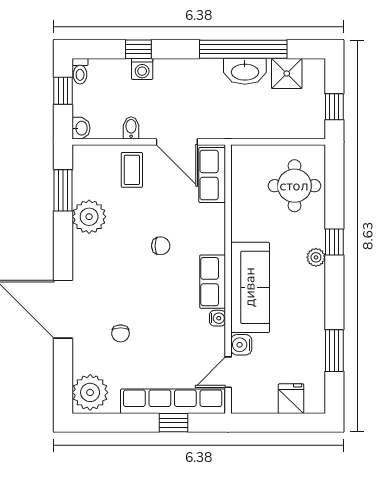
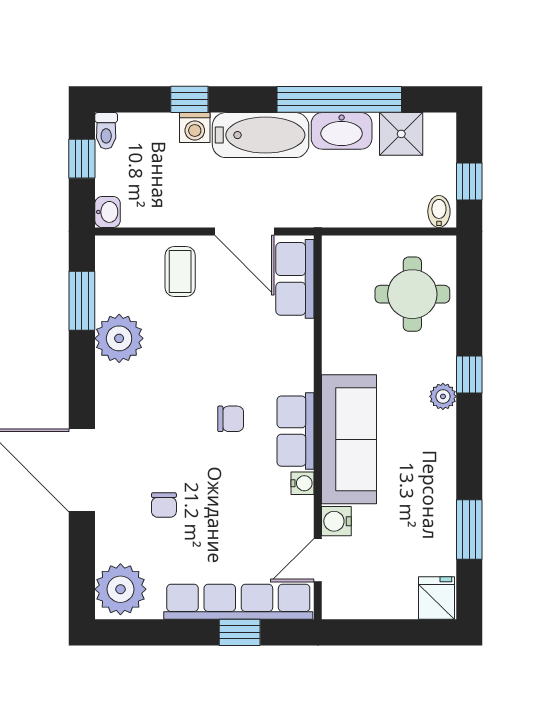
bathtub: (188, 74) -> (261, 135), added
bidet: (131, 128) -> (439, 212), moved
chair: (161, 246) -> (231, 419), moved
fridge: (291, 399) -> (436, 598), moved

